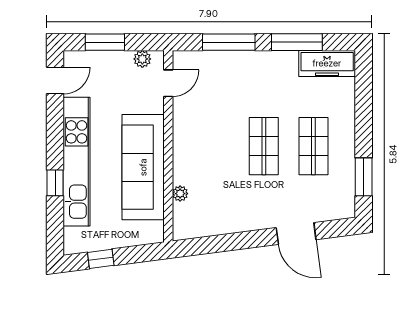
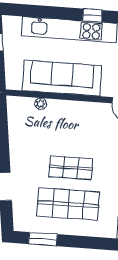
shop shelf: (313, 146) -> (68, 204), width x1.43, depth x1.36
window: (55, 183) -> (92, 15), moved

